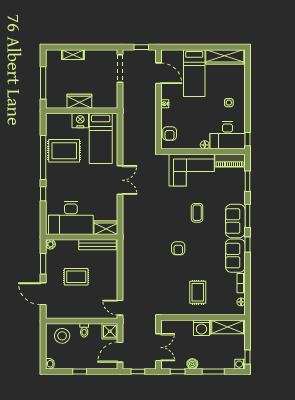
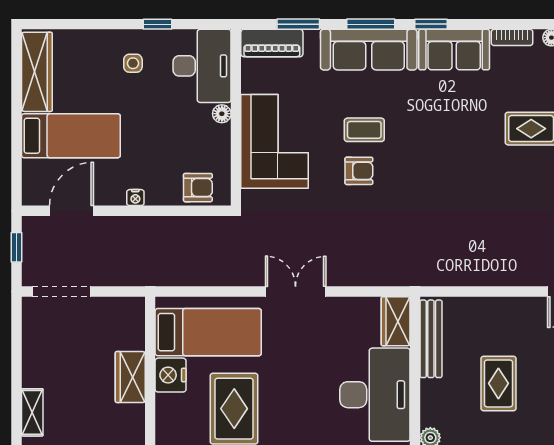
shelving: (73, 55) -> (32, 412), moved
window: (247, 139) -> (157, 24), moved
piano: (230, 161) -> (272, 43), moved, turned 90
sofa: (235, 221) -> (369, 50), width x1.36
armchair: (178, 248) -> (359, 171), moved

